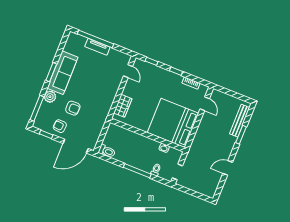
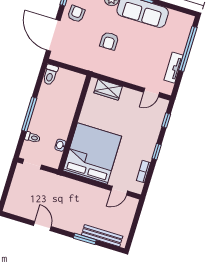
tv unit: (97, 47) -> (174, 68), moved
armchair: (73, 108) -> (109, 41), moved

